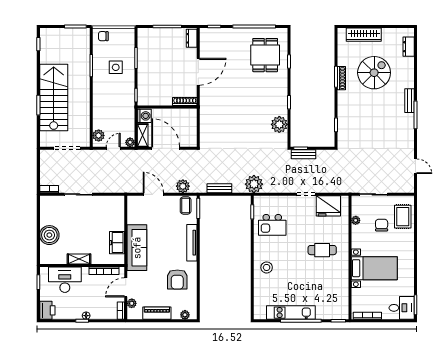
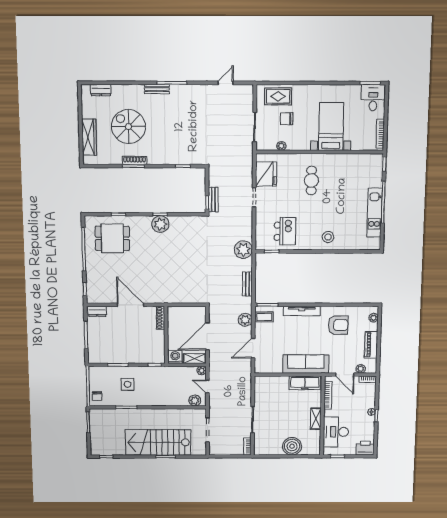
plant: (279, 124) -> (160, 224), moved
freezer: (117, 243) -> (305, 383), width x1.40

